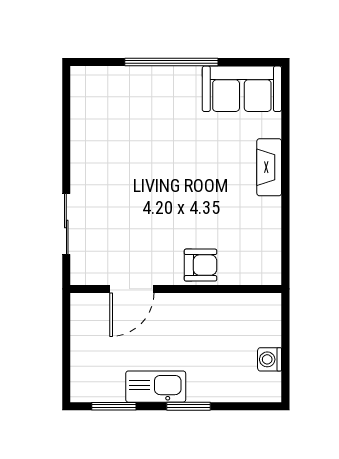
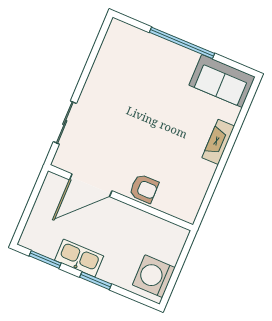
door: (132, 289) -> (91, 185), width x1.36
washing machine: (270, 359) -> (154, 276), width x1.89, depth x1.89

